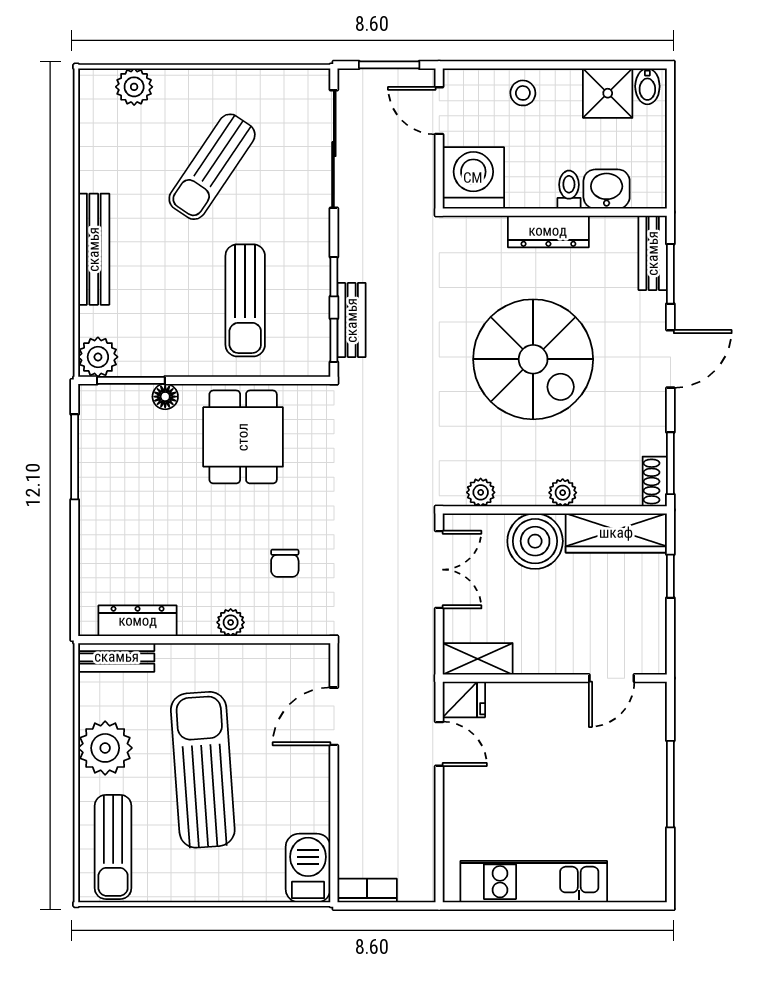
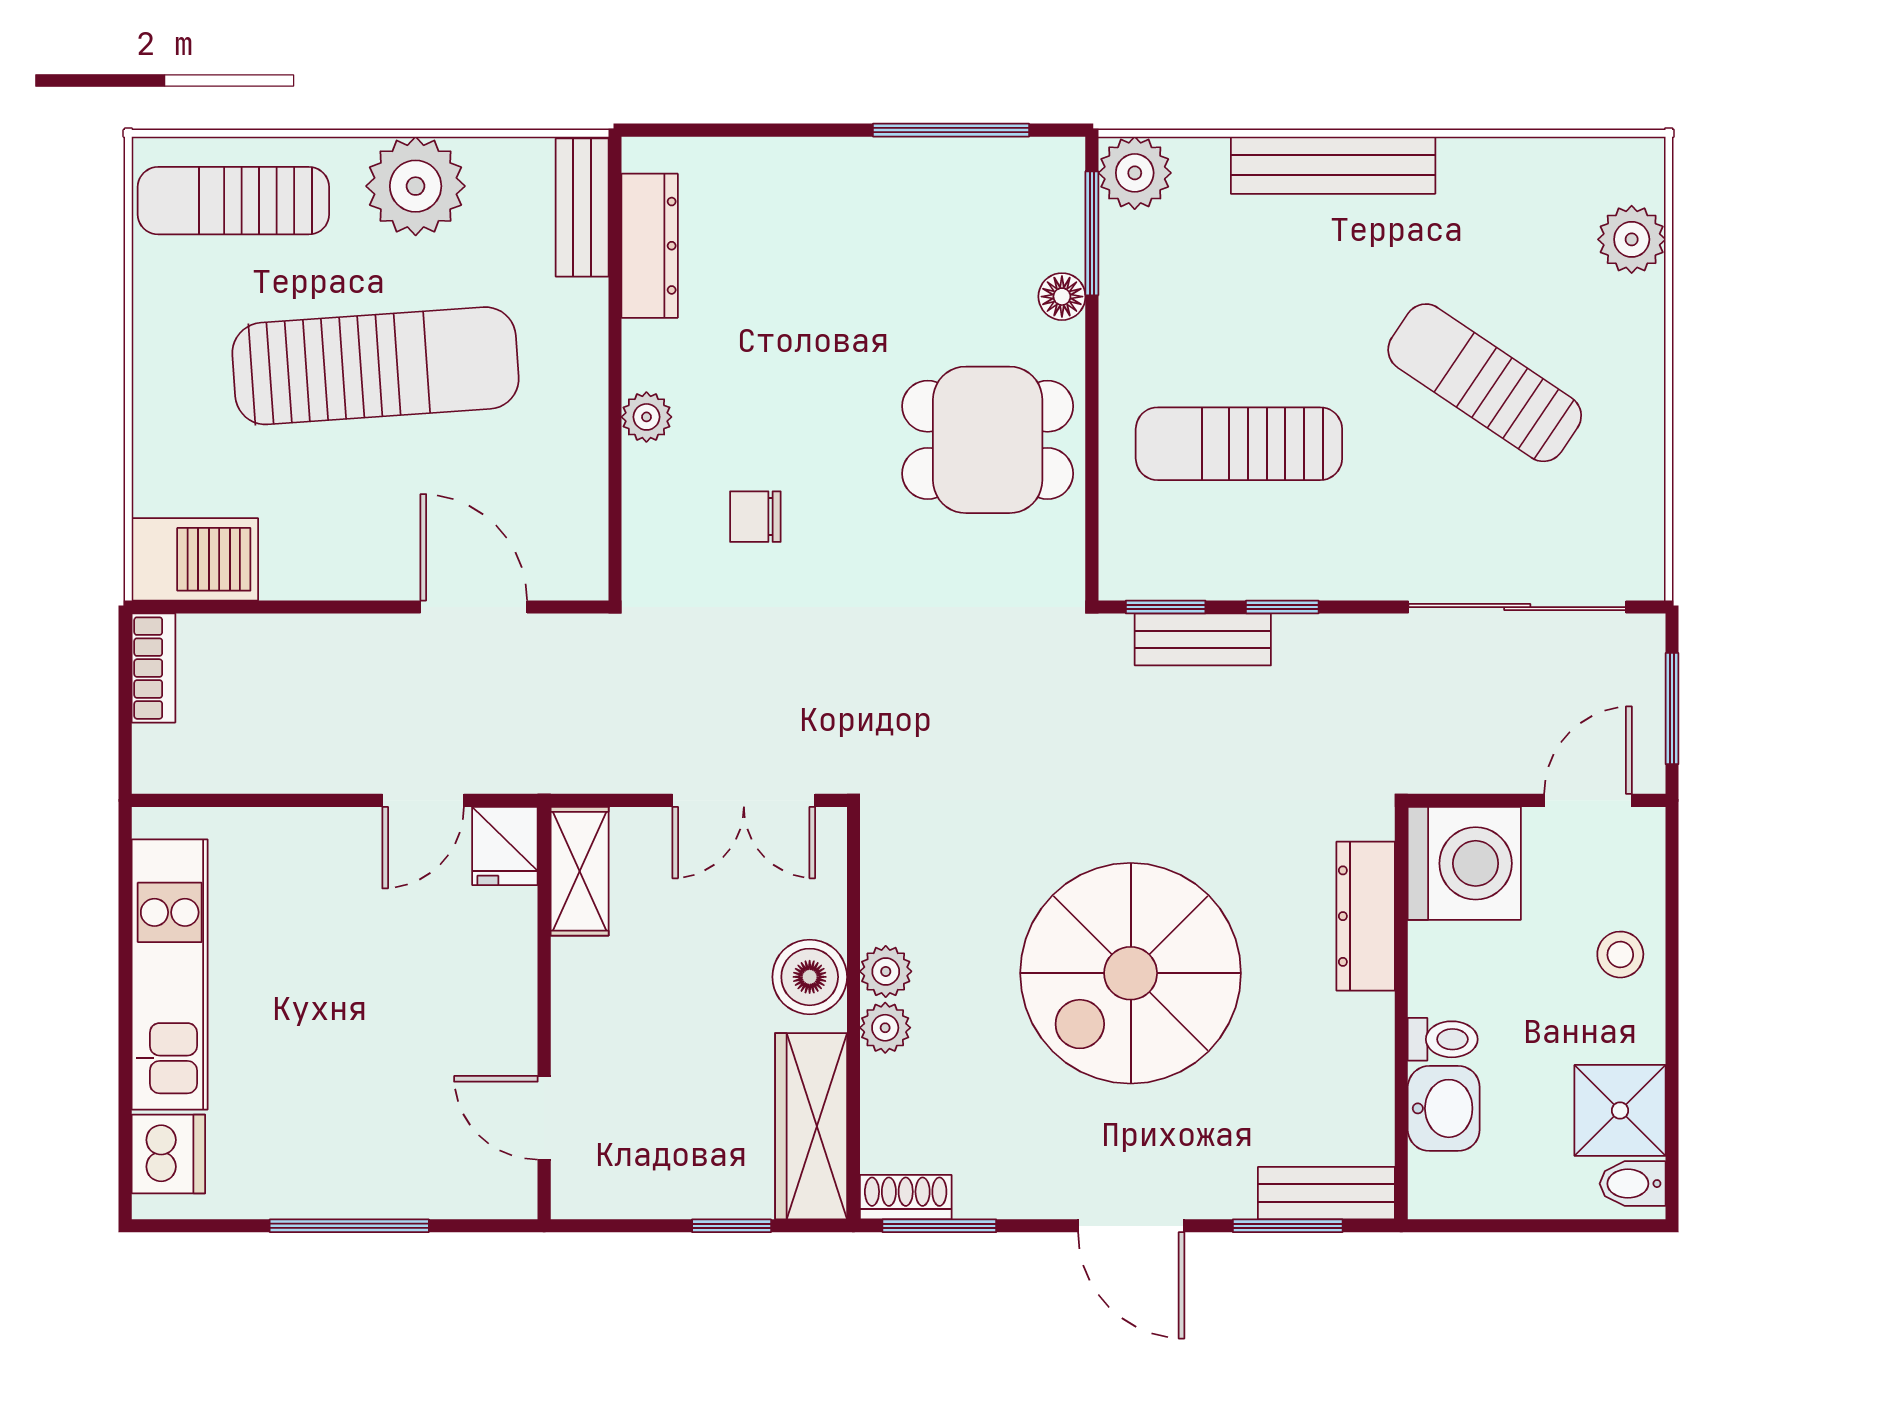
dresser: (548, 231) -> (1366, 916), moved
plant: (481, 492) -> (886, 971), moved
boiler: (535, 541) -> (810, 977), width x0.73, depth x0.73
dishwasher: (631, 882) -> (168, 1154), added

